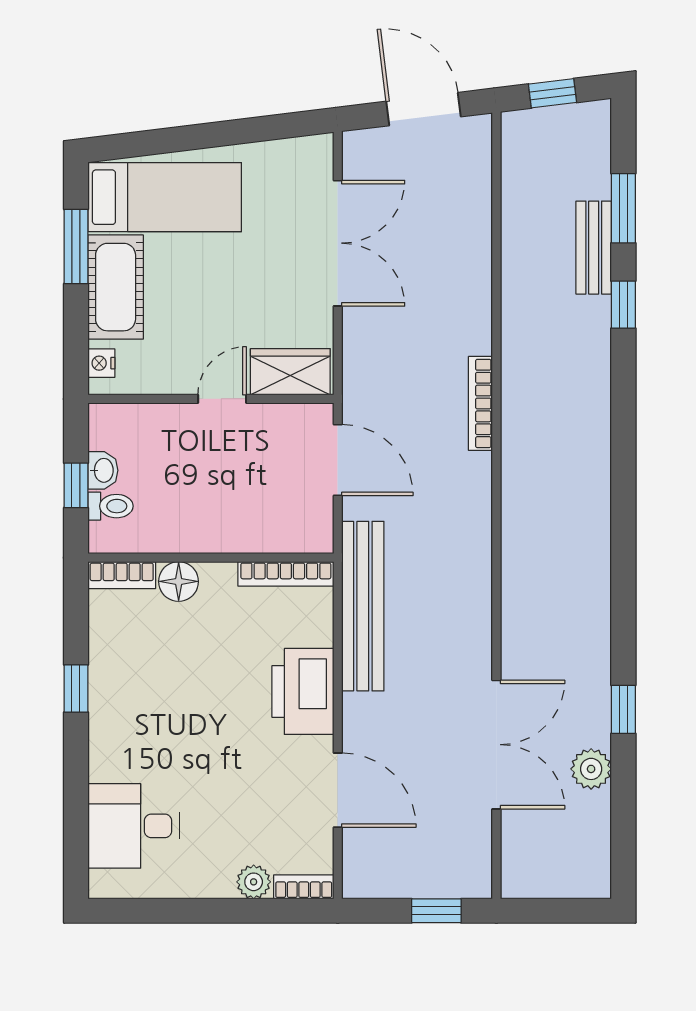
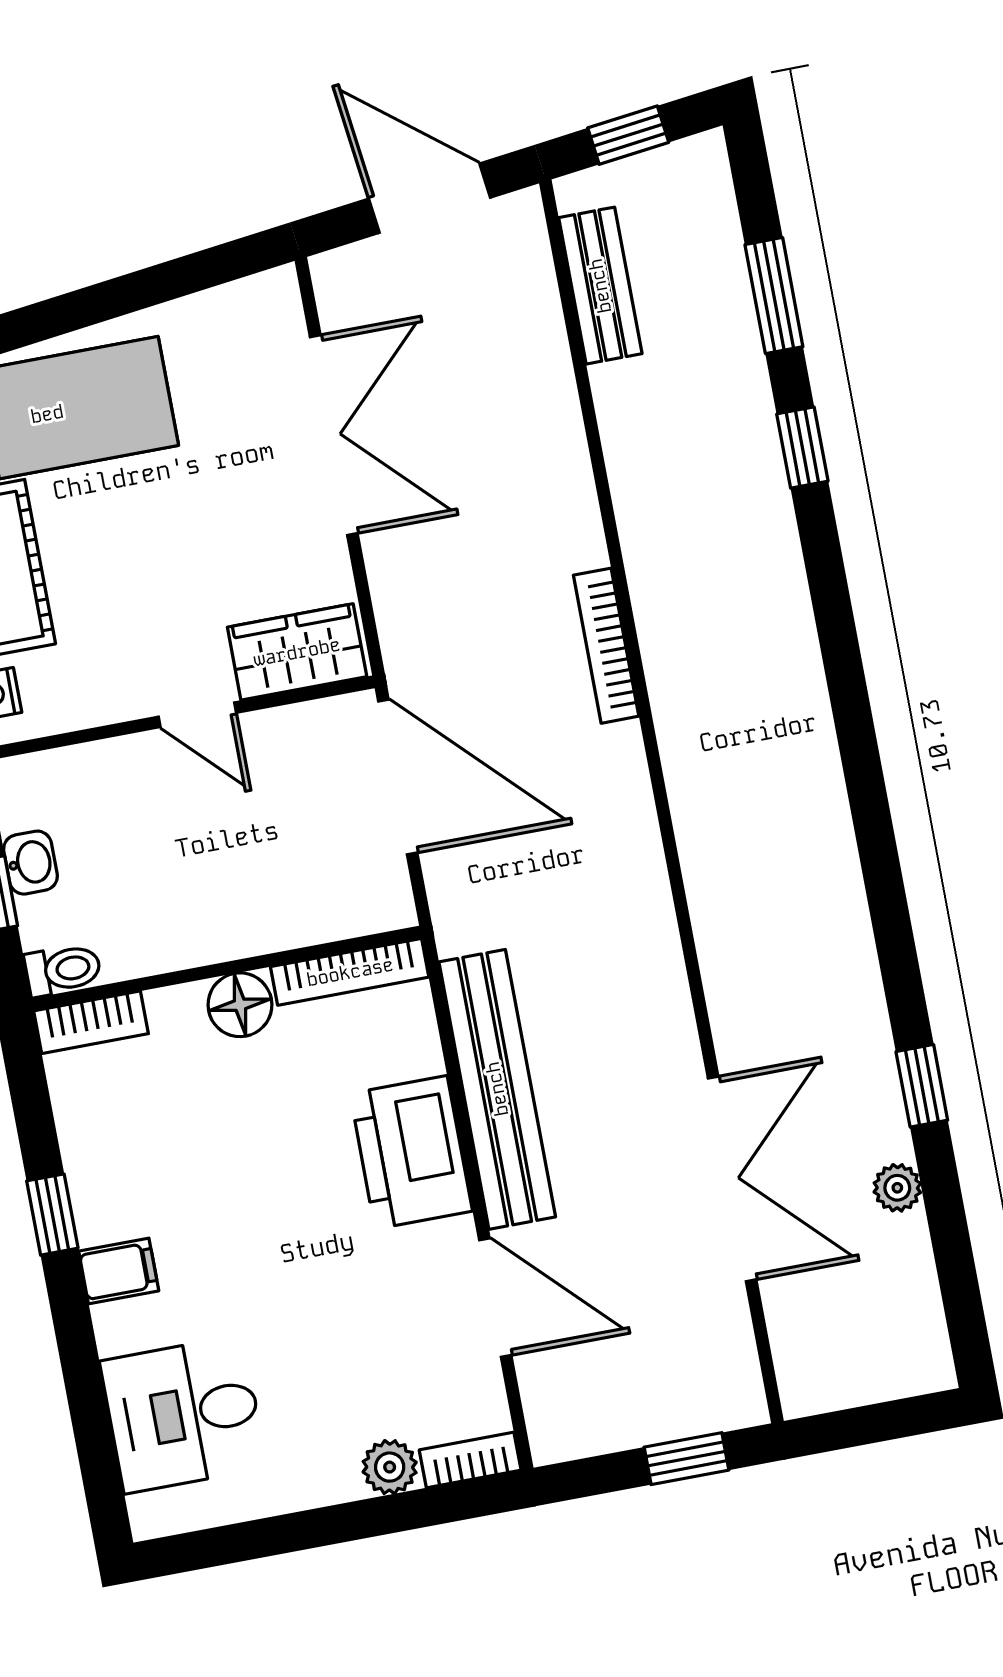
bench: (594, 248) -> (600, 286), moved
door: (222, 399) -> (197, 715), swing flipped
door: (338, 460) -> (398, 777), width x1.36
toilet: (110, 506) -> (63, 970), moved
floor lamp: (179, 581) -> (240, 1005), moved
bench: (363, 606) -> (497, 1089), moved
filing cabinet: (110, 731) -> (119, 1271), added
plant: (591, 769) -> (897, 1188), width x0.73, depth x0.73

